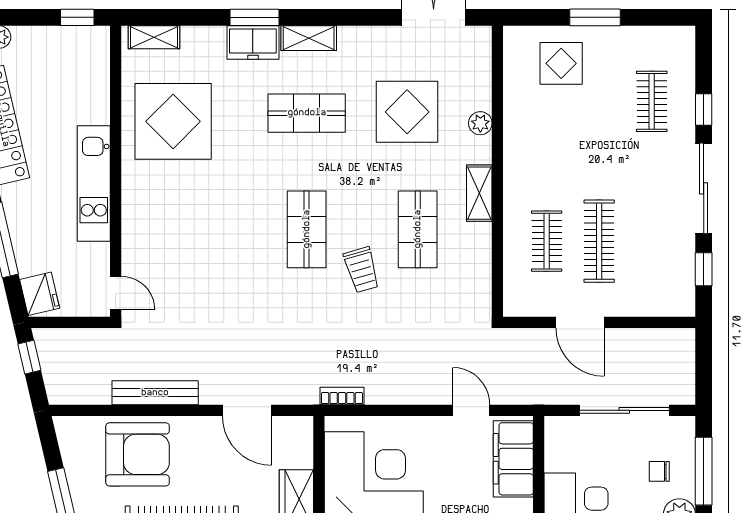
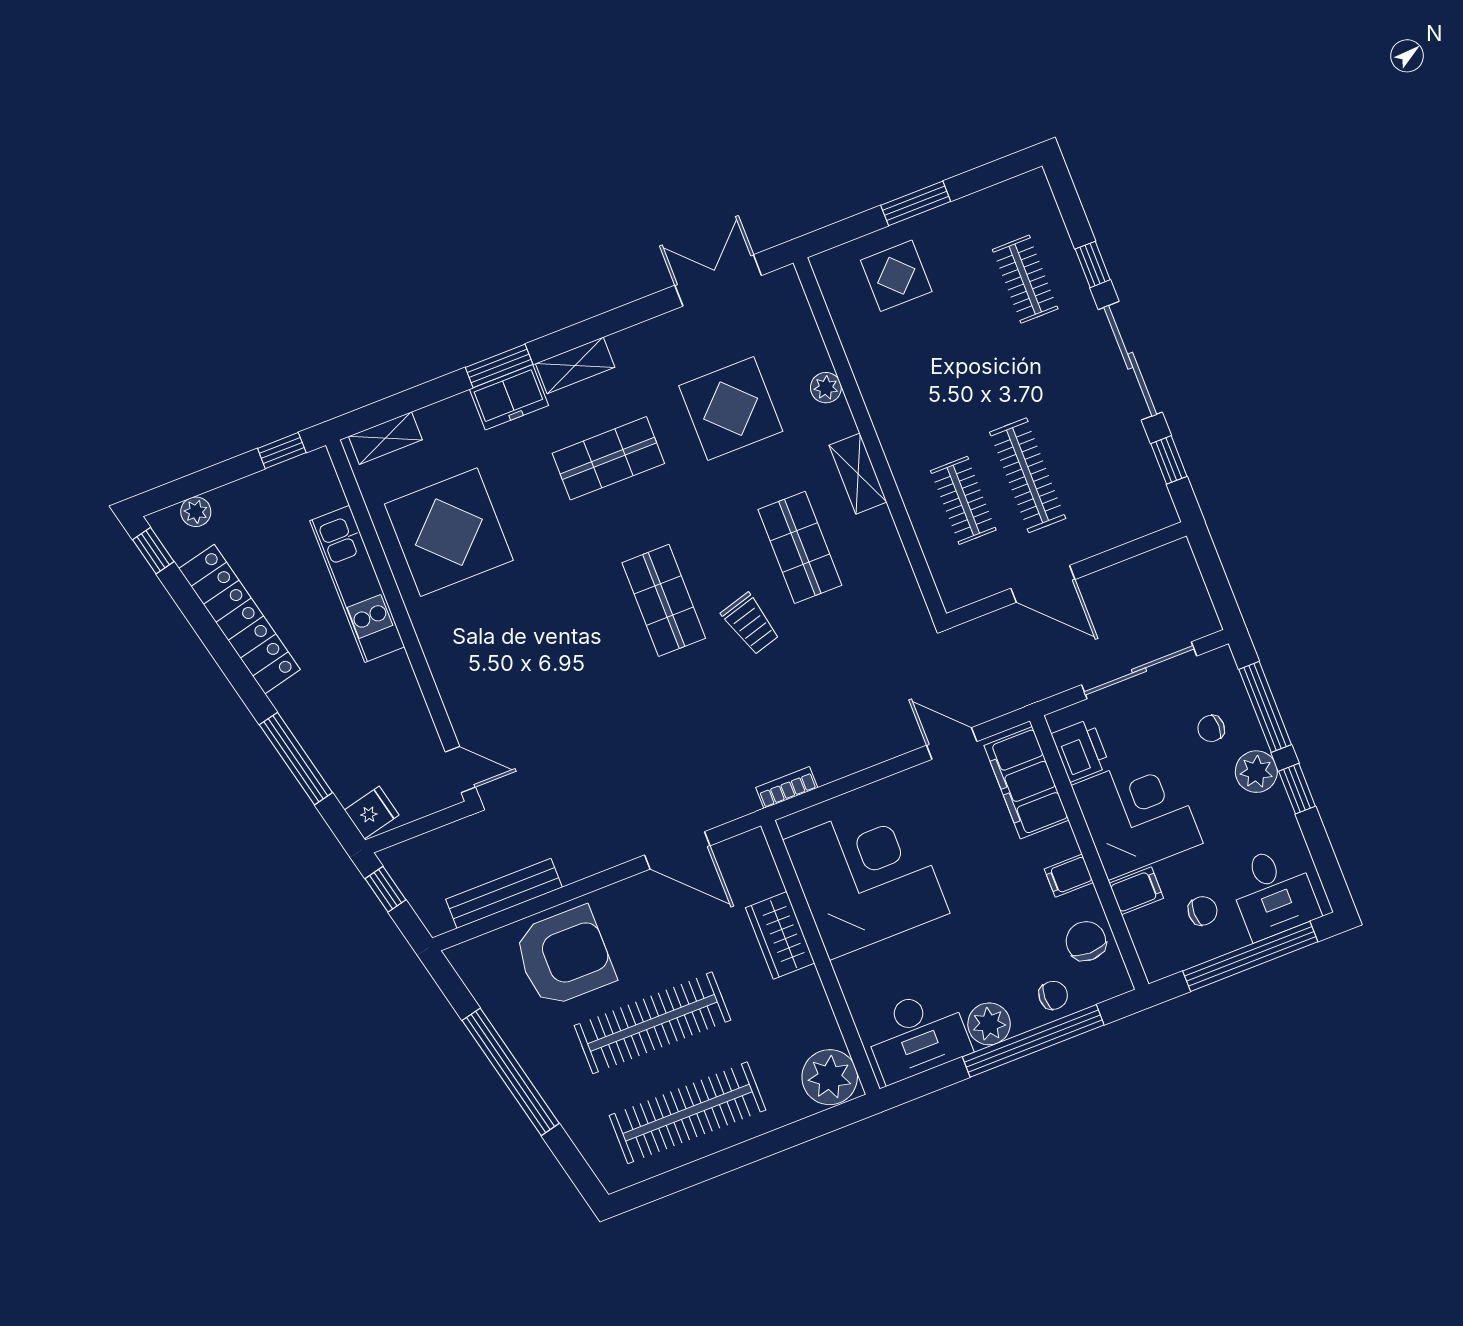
kitchen unit: (94, 184) -> (357, 584), moved
fridge: (40, 294) -> (372, 813), width x0.72
bench: (155, 393) -> (504, 893), moved
printer: (561, 451) -> (1081, 750), added

